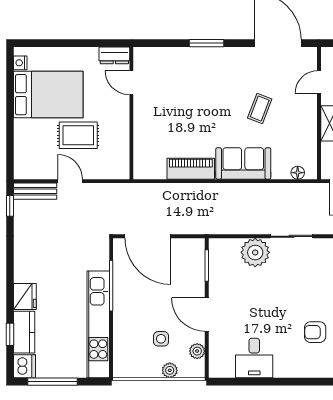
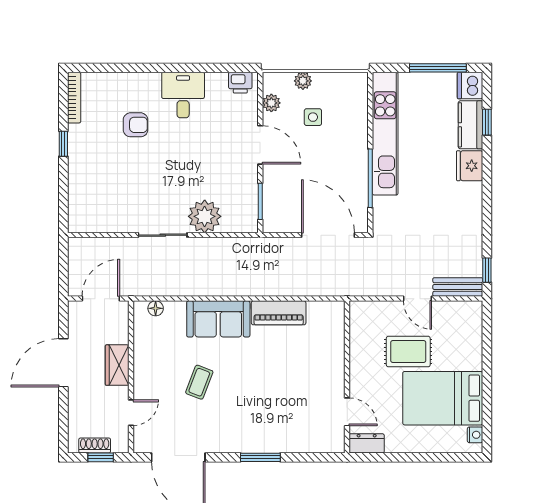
desk: (254, 358) -> (183, 95), moved
printer: (224, 369) -> (240, 83), added

